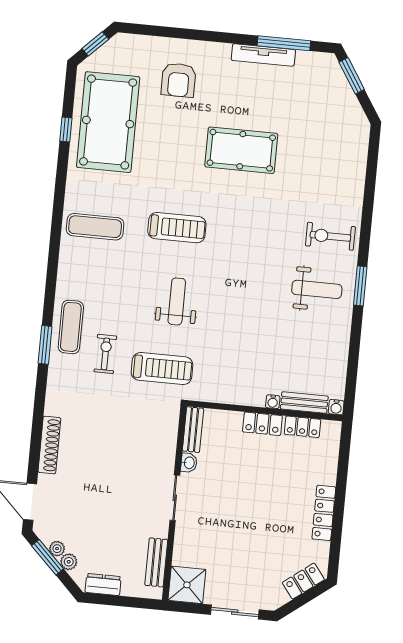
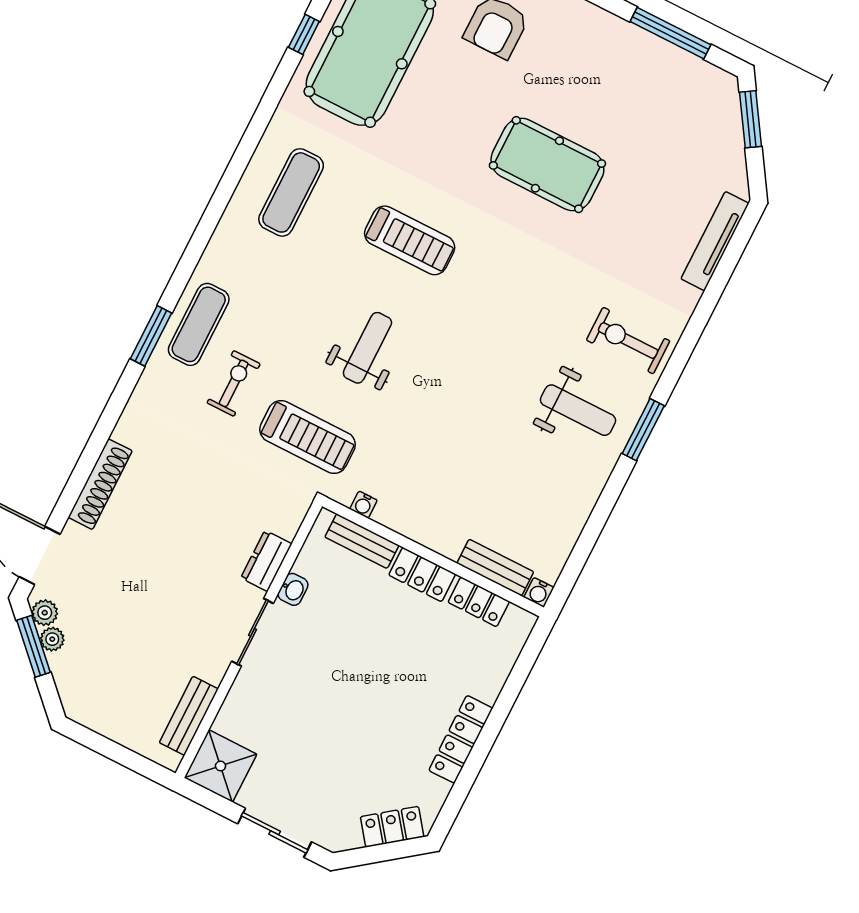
tv unit: (263, 55) -> (715, 241), moved, turned 90
exercise mat: (95, 227) -> (291, 192), turned 90
water cooler: (273, 402) -> (363, 505), moved
bench: (193, 430) -> (362, 541), moved, turned 90
plant: (69, 562) -> (45, 613), moved
dresser: (103, 584) -> (266, 561), moved, turned -90

